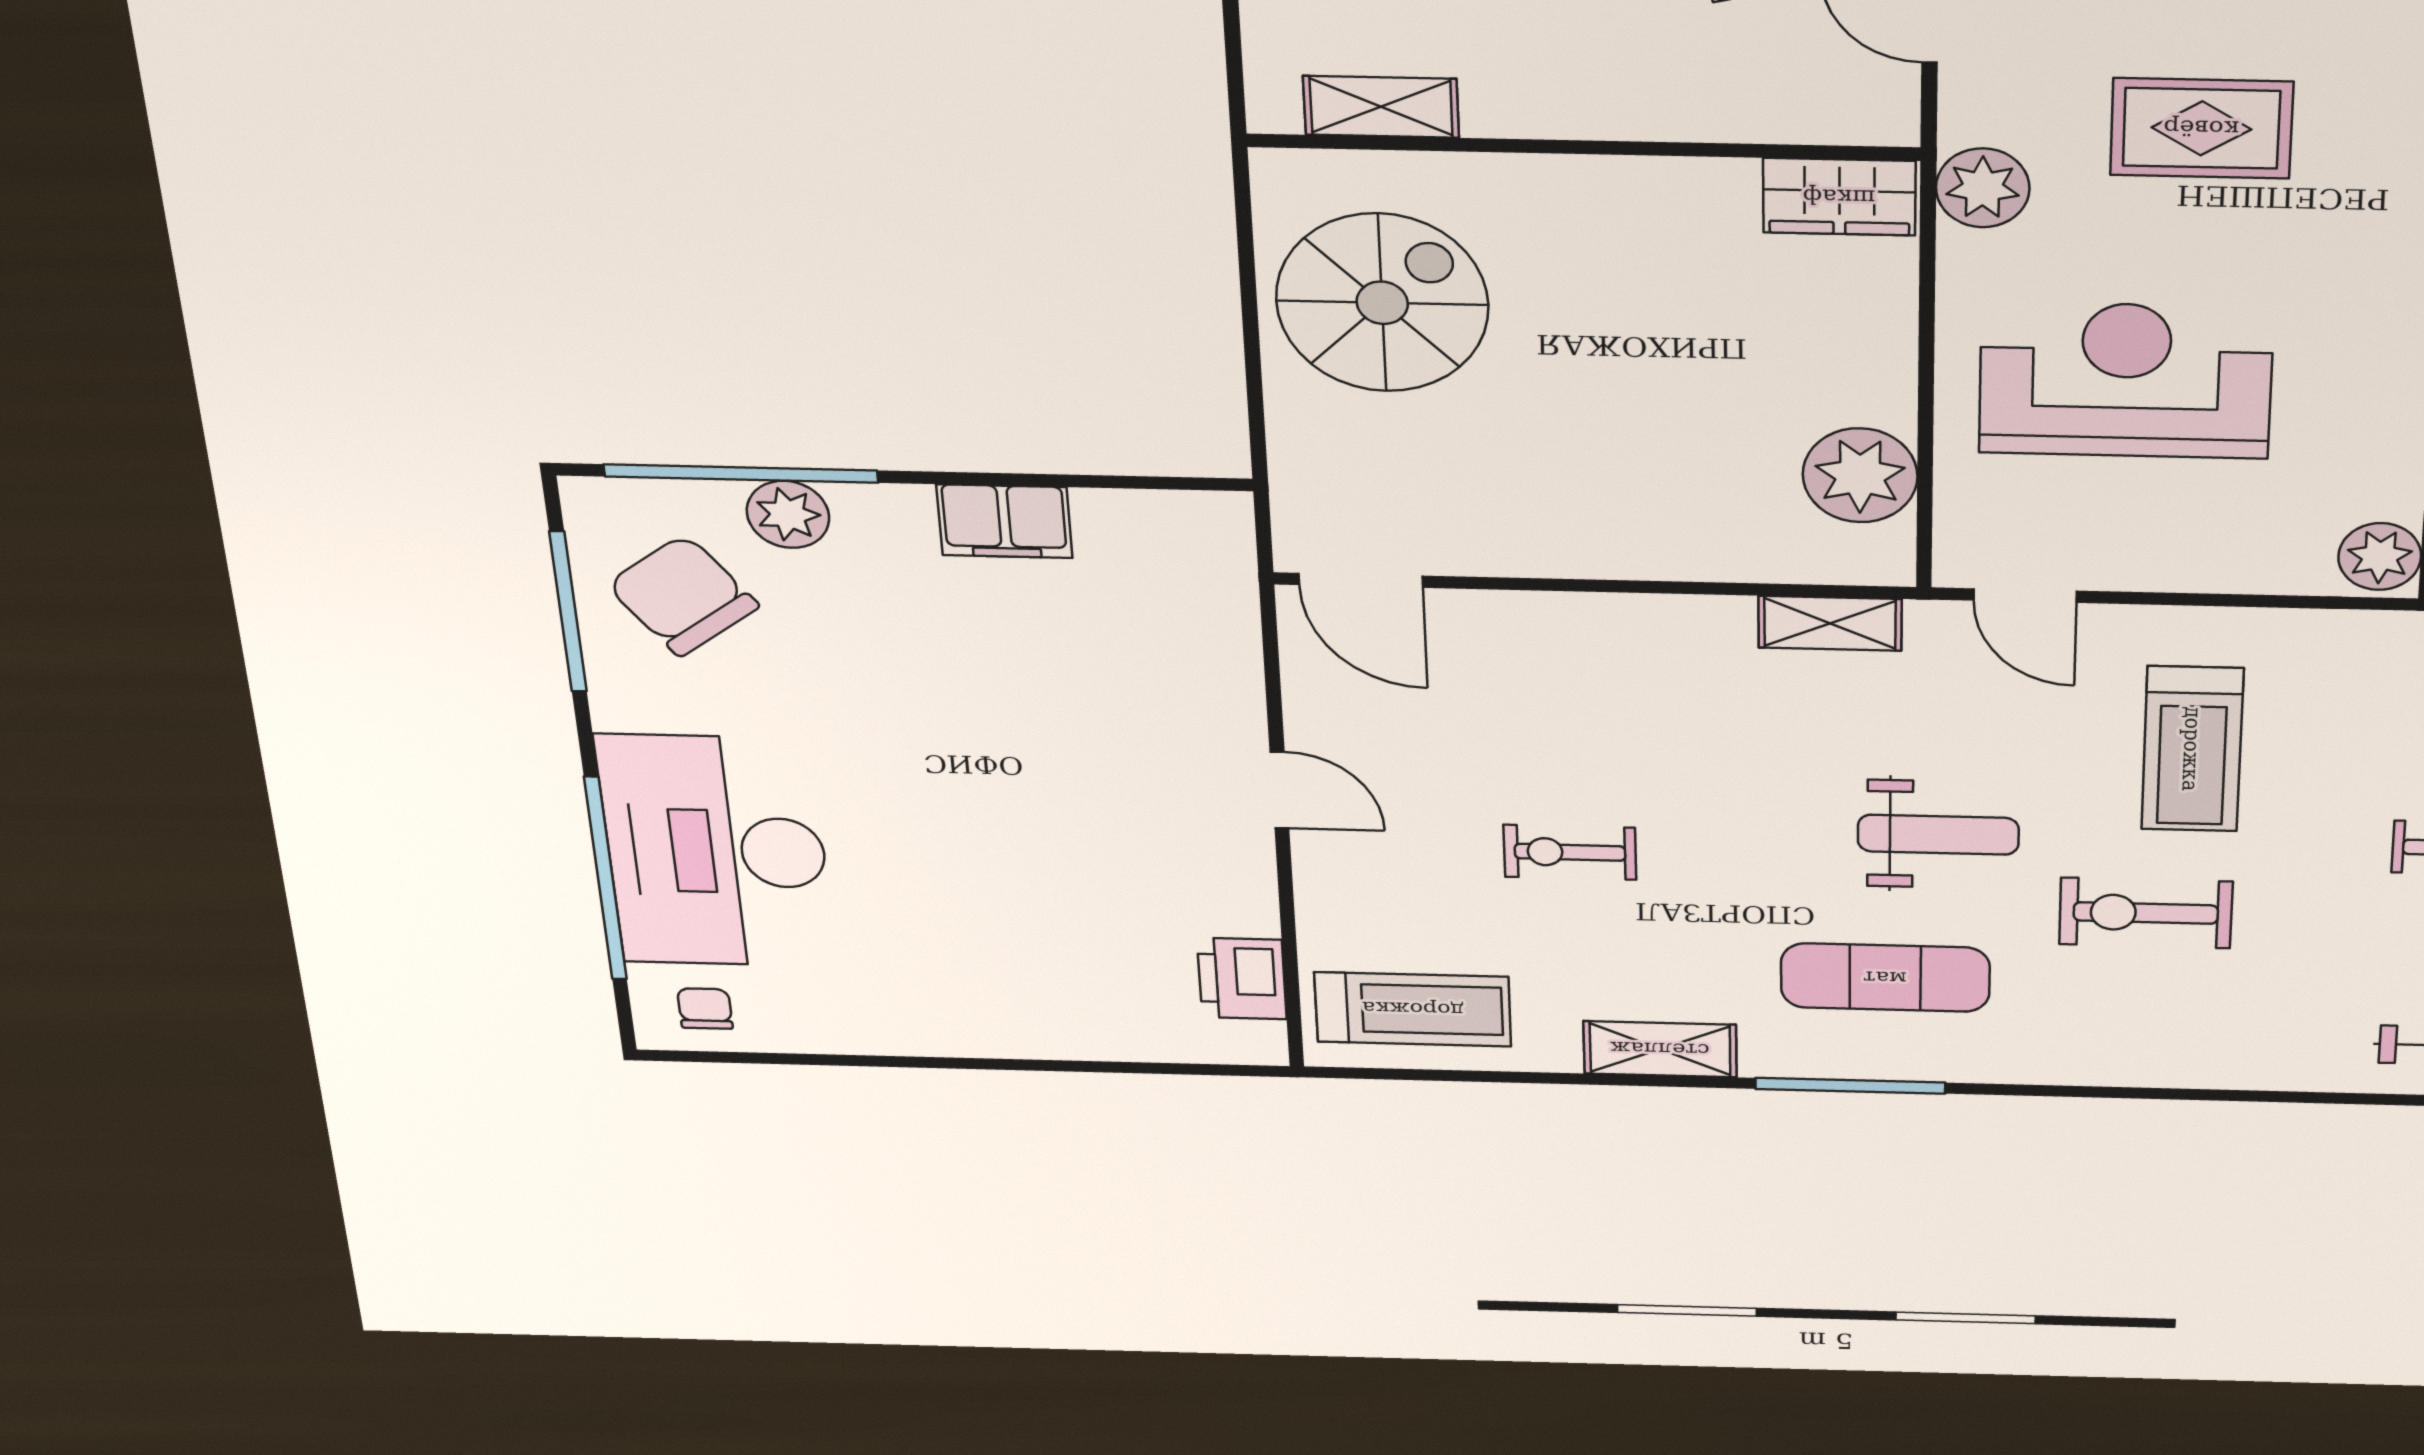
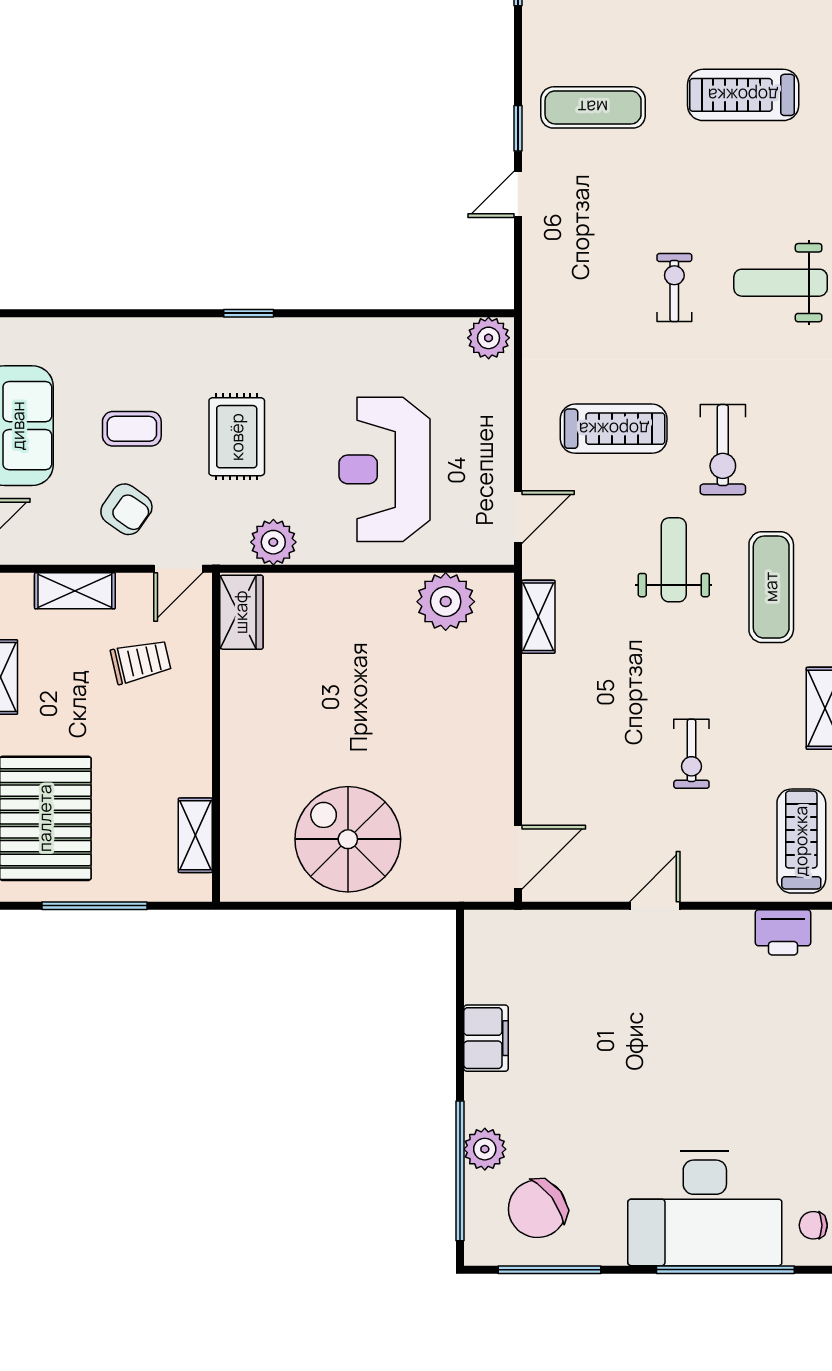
shelving: (1381, 107) -> (195, 835), moved
wall: (1583, 147) -> (216, 737), moved
wardrobe: (1839, 197) -> (241, 612), moved

